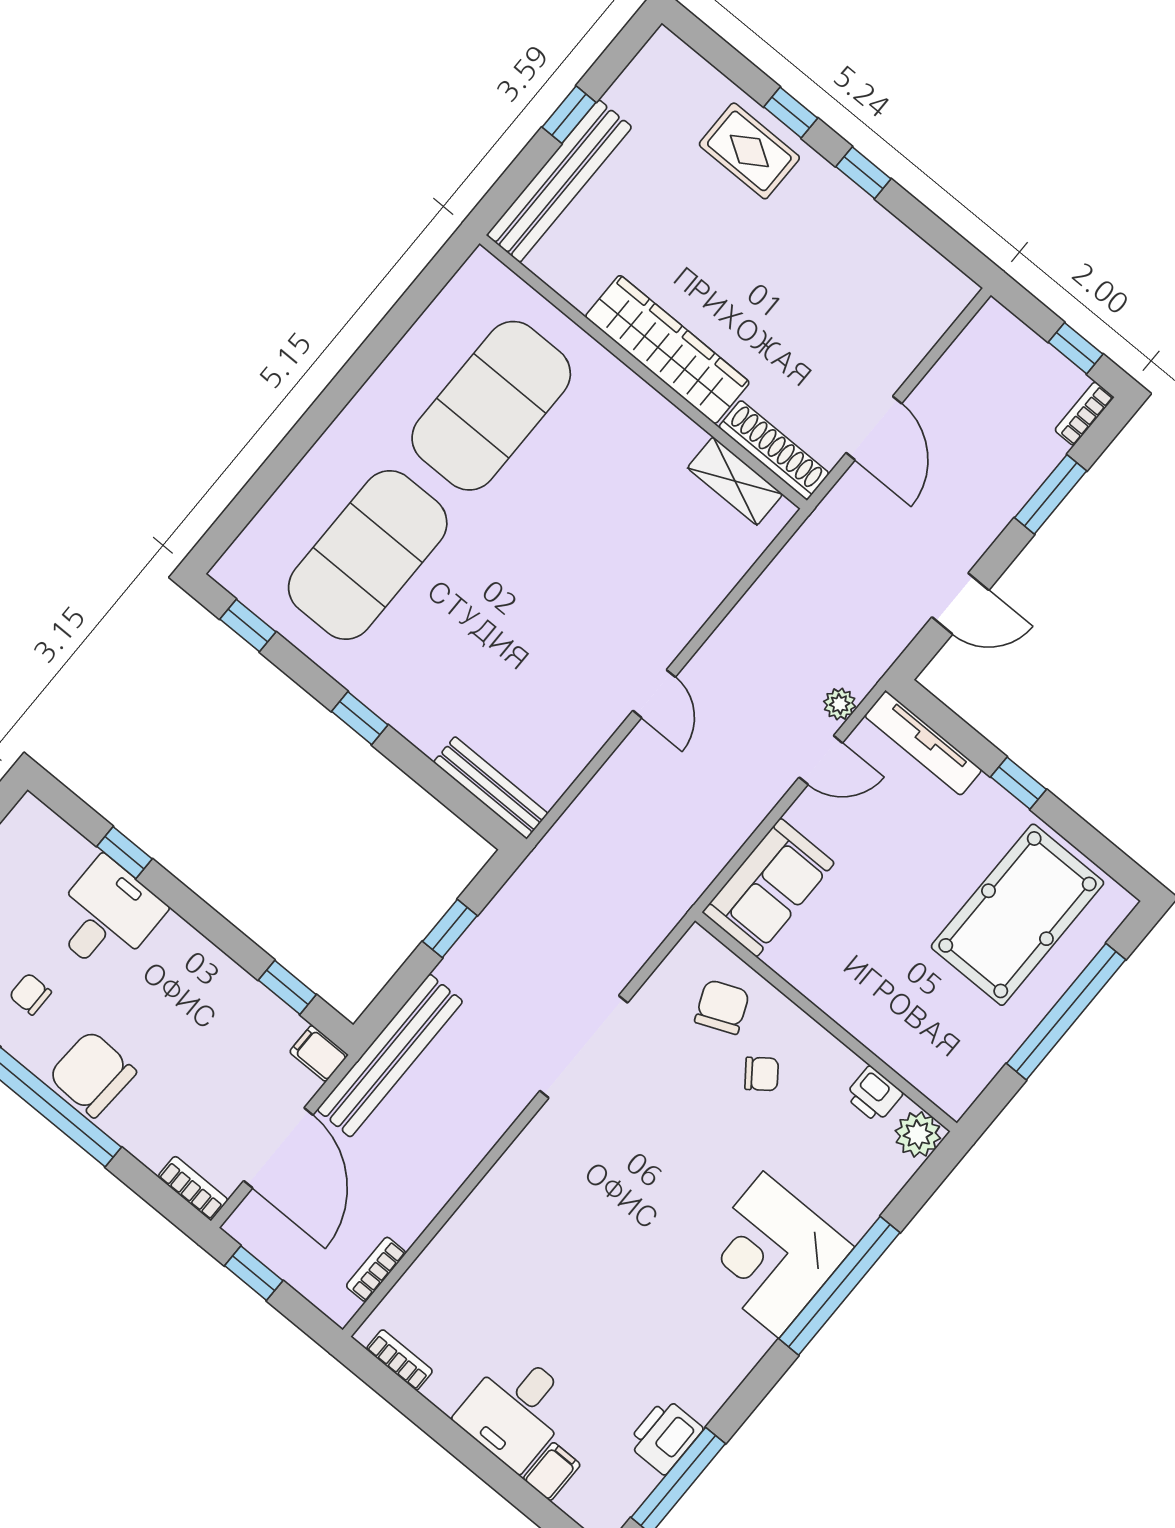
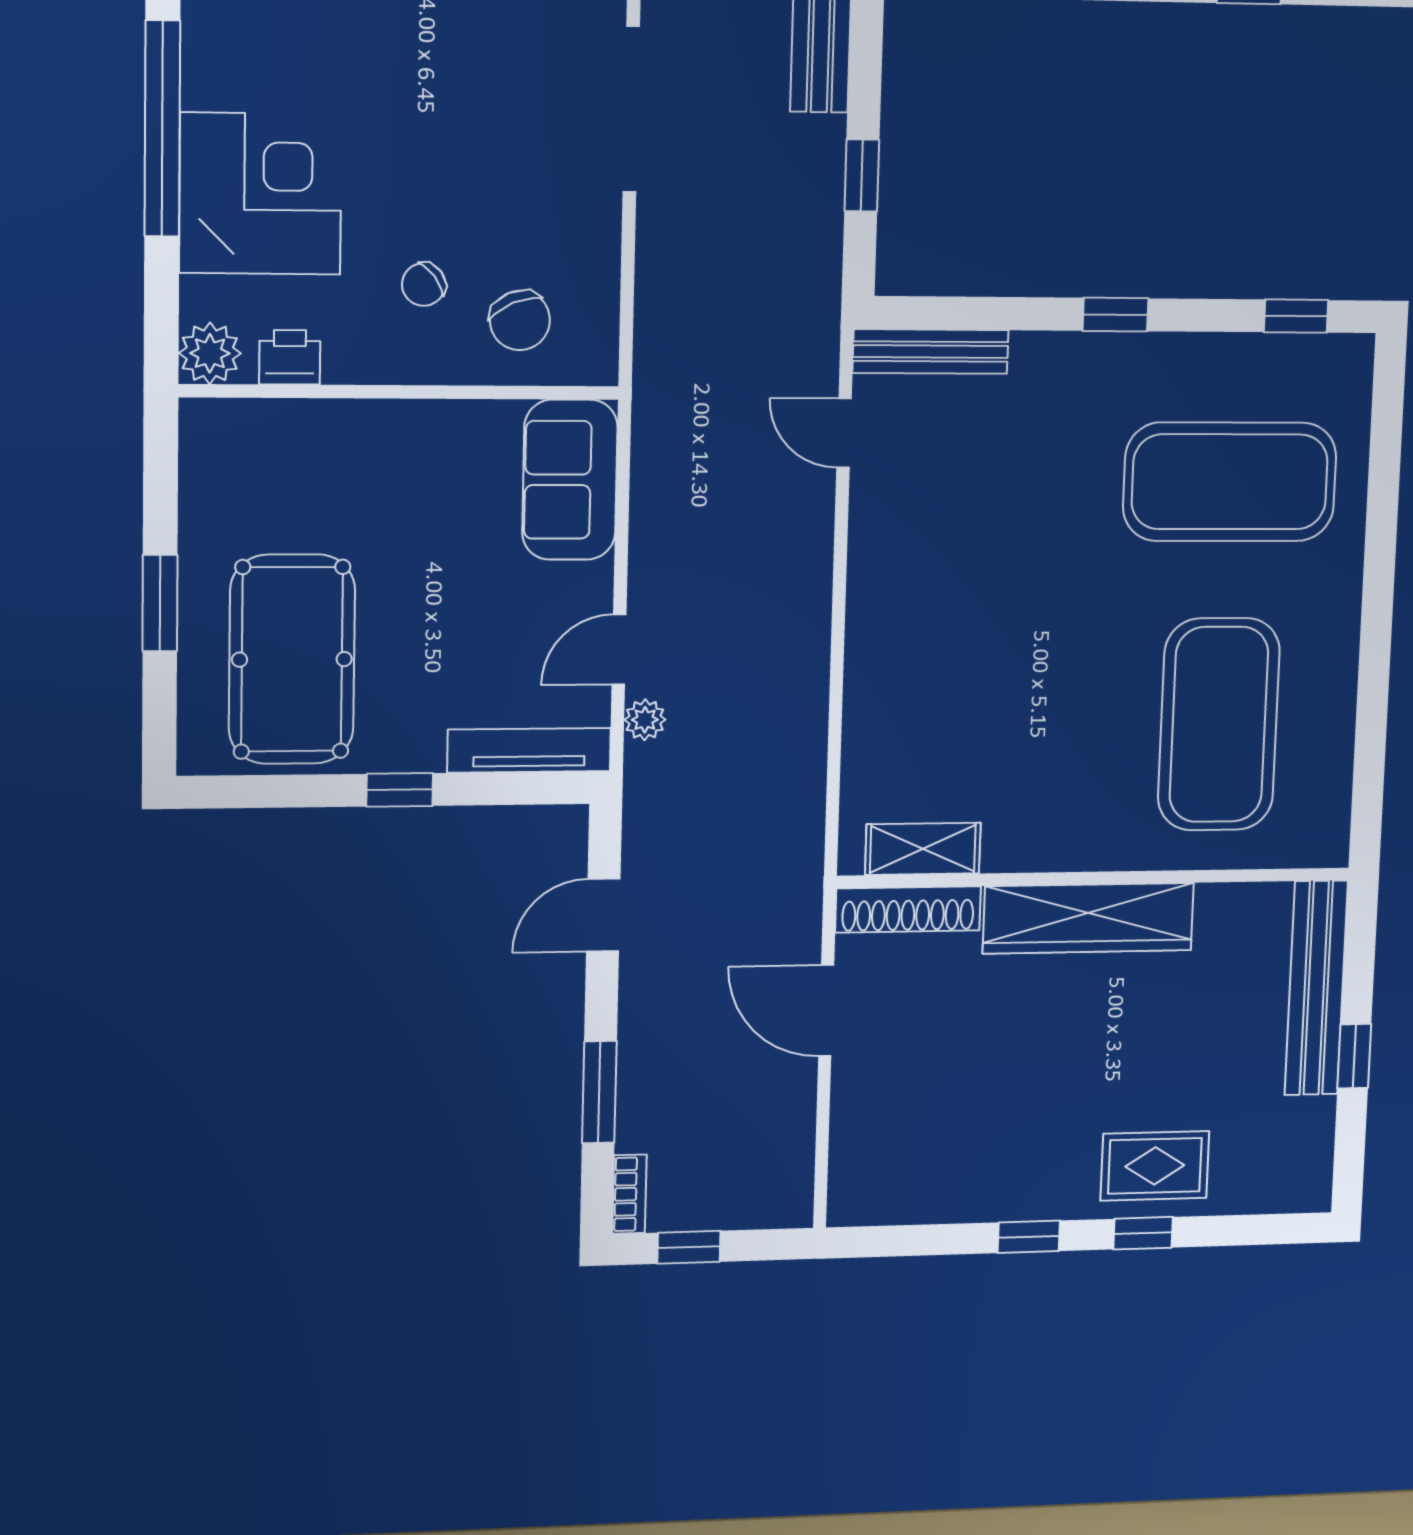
exercise mat: (368, 555) -> (1230, 482), turned 90
door: (654, 694) -> (844, 433), moved
window: (1066, 1012) -> (160, 603), width x0.47
doorway: (584, 1047) -> (631, 109), moved
corner desk: (771, 1255) -> (260, 194), moved

